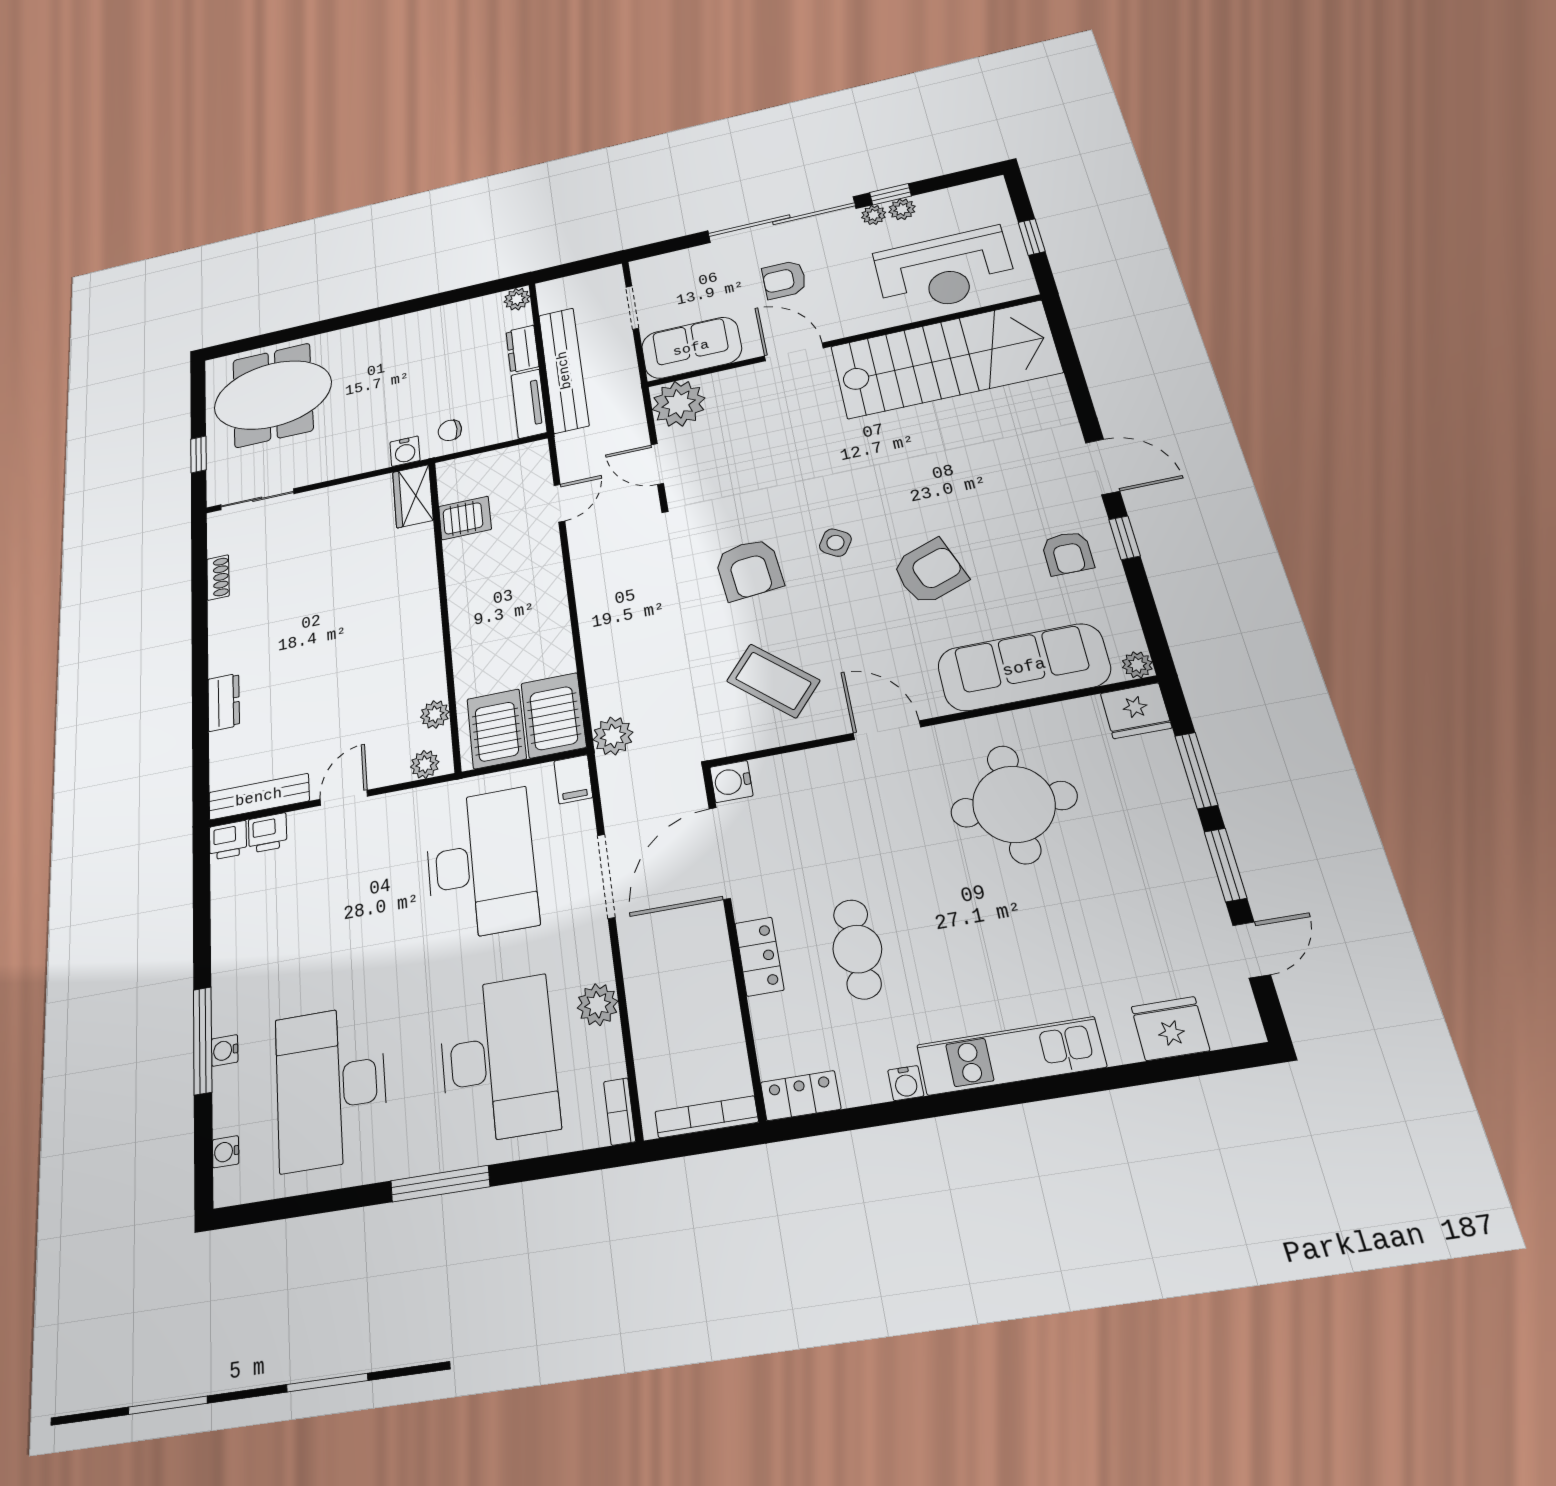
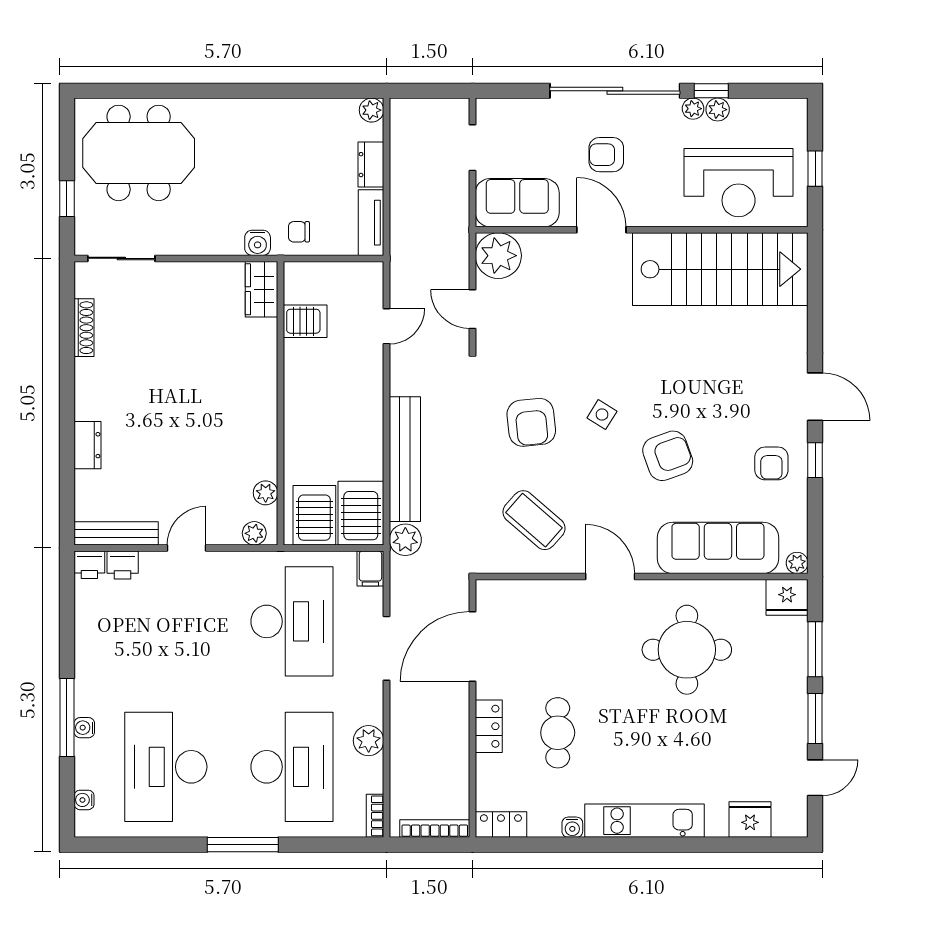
bench: (564, 370) -> (405, 459), moved
shoe rack: (218, 578) -> (84, 328), width x1.43
water cooler: (731, 782) -> (490, 594), removed

